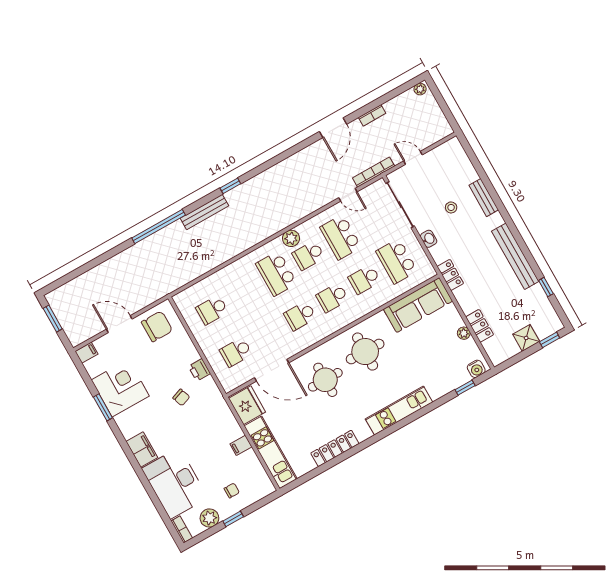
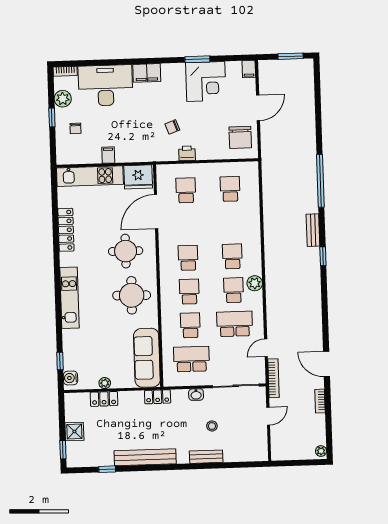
bench: (204, 212) -> (313, 230), width x0.73
school desk: (276, 274) -> (232, 256), width x0.54

